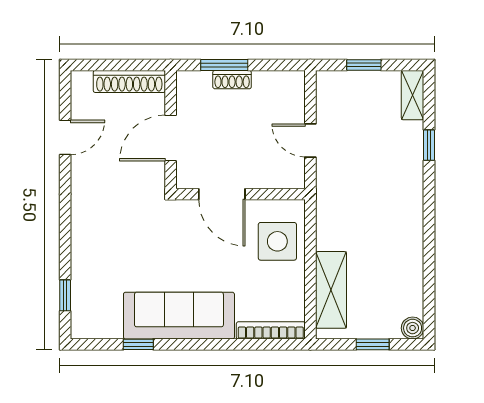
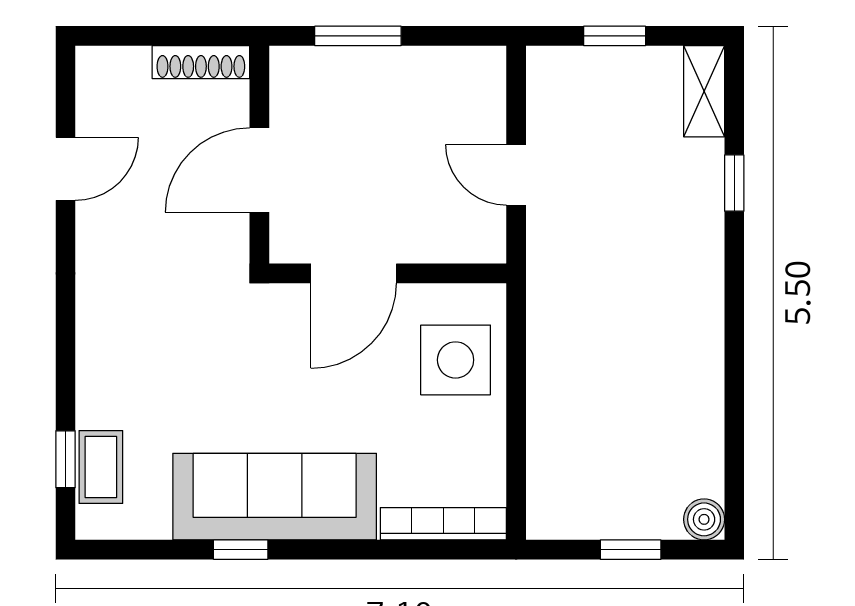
shoe rack: (232, 80) -> (372, 63), removed
shoe rack: (129, 81) -> (201, 62), width x0.74, depth x0.81
door: (222, 194) -> (354, 273), hinge flipped
shelving: (331, 290) -> (554, 449), removed
coffee table: (84, 300) -> (101, 467), added
window: (138, 344) -> (241, 550), moved

